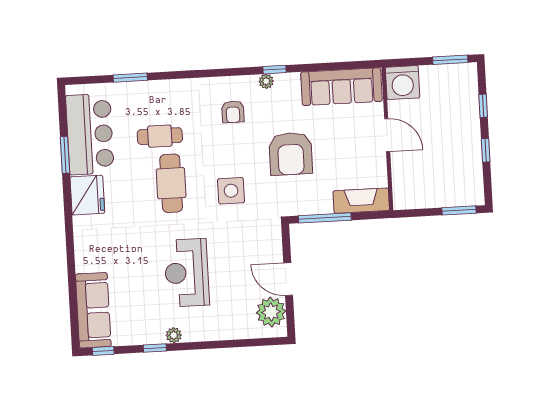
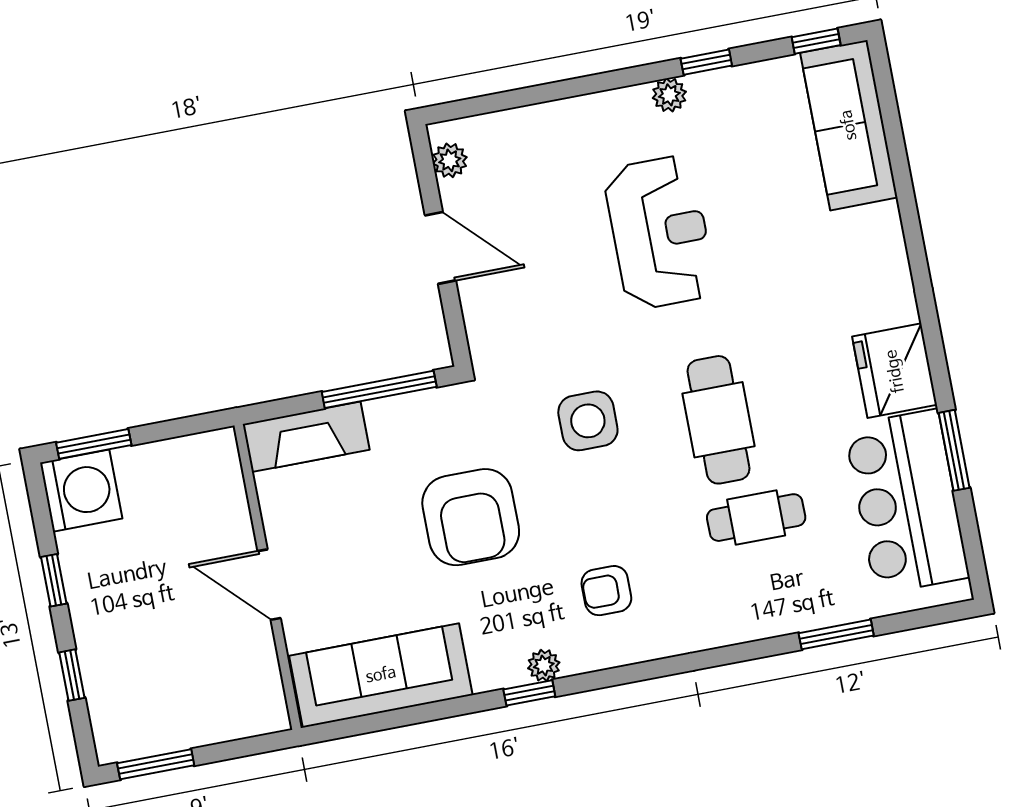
washing machine: (403, 83) -> (81, 491), moved, turned 90
armchair: (233, 112) -> (606, 591), turned -90
armchair: (291, 154) -> (471, 517), turned 180
plant: (271, 312) -> (450, 160), width x0.53, depth x0.53

